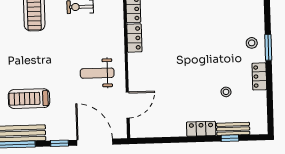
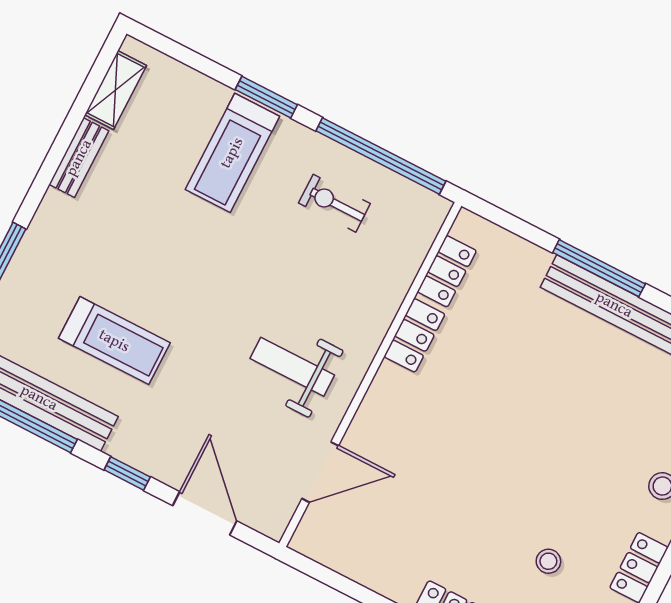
treadmill: (29, 99) -> (114, 341), turned 180
door: (95, 142) -> (205, 513), width x0.73

